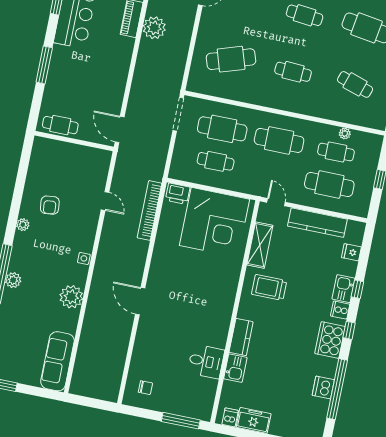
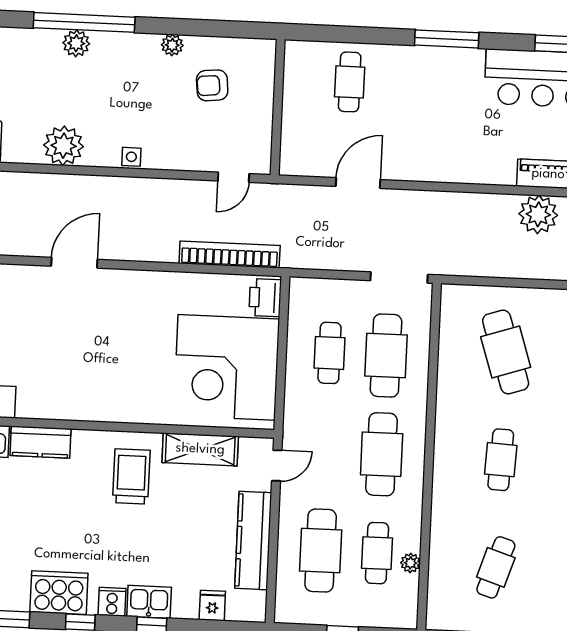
wall: (74, 141) -> (278, 107), moved

